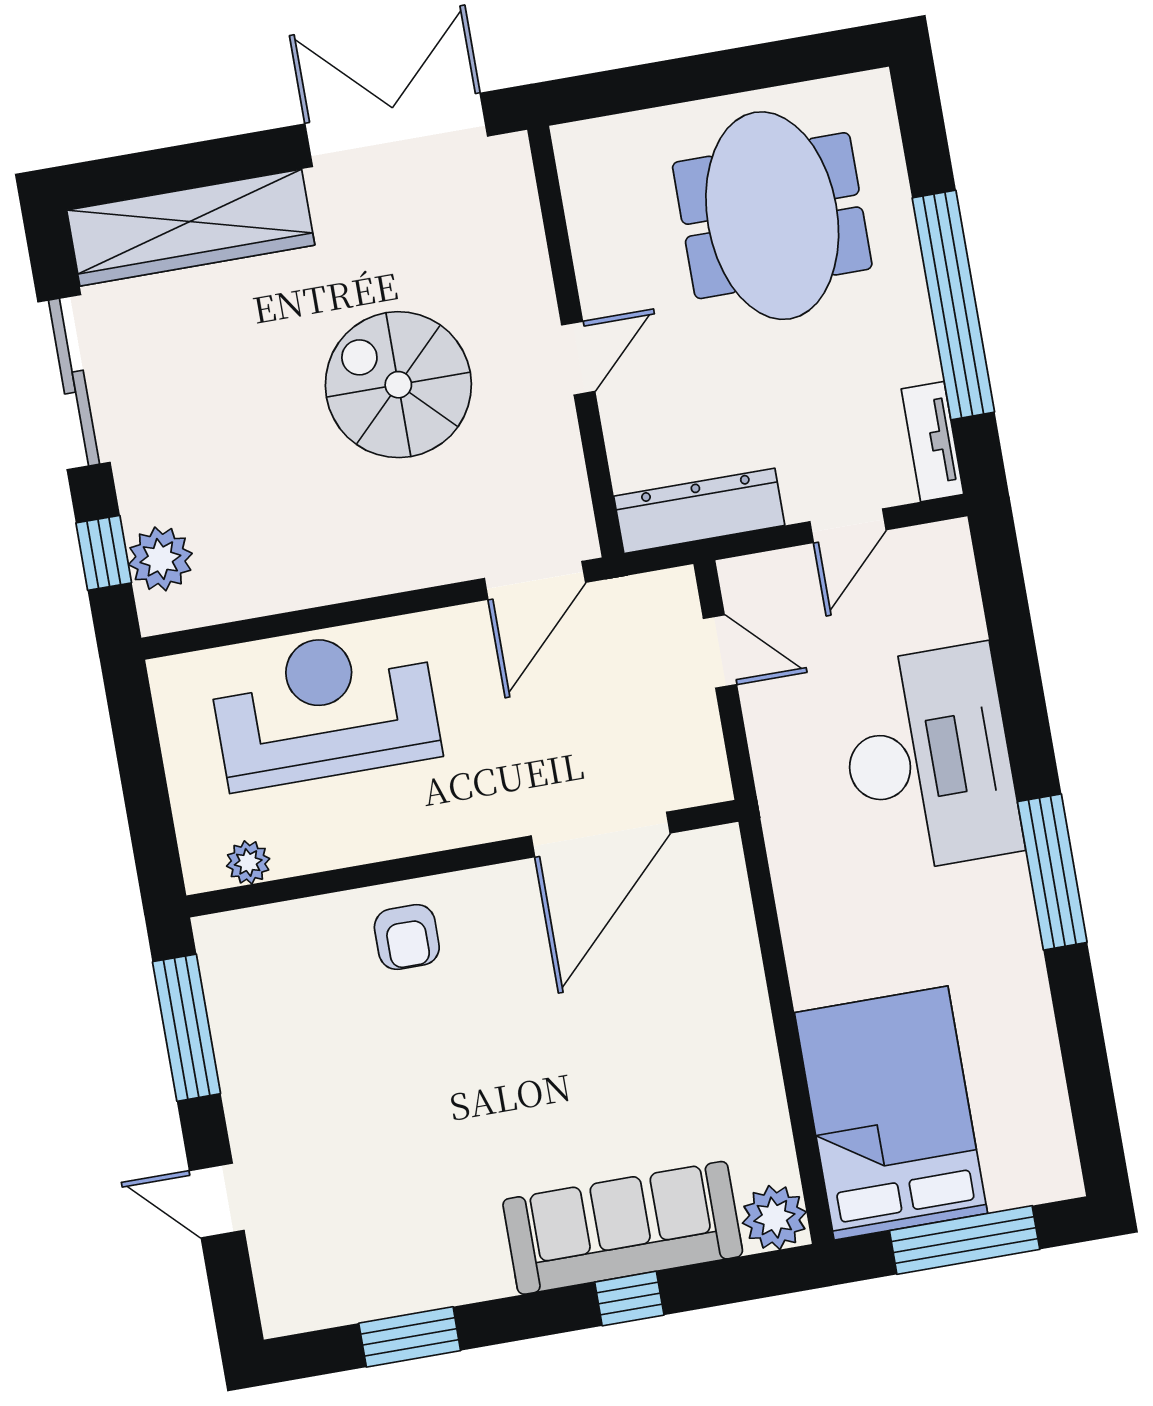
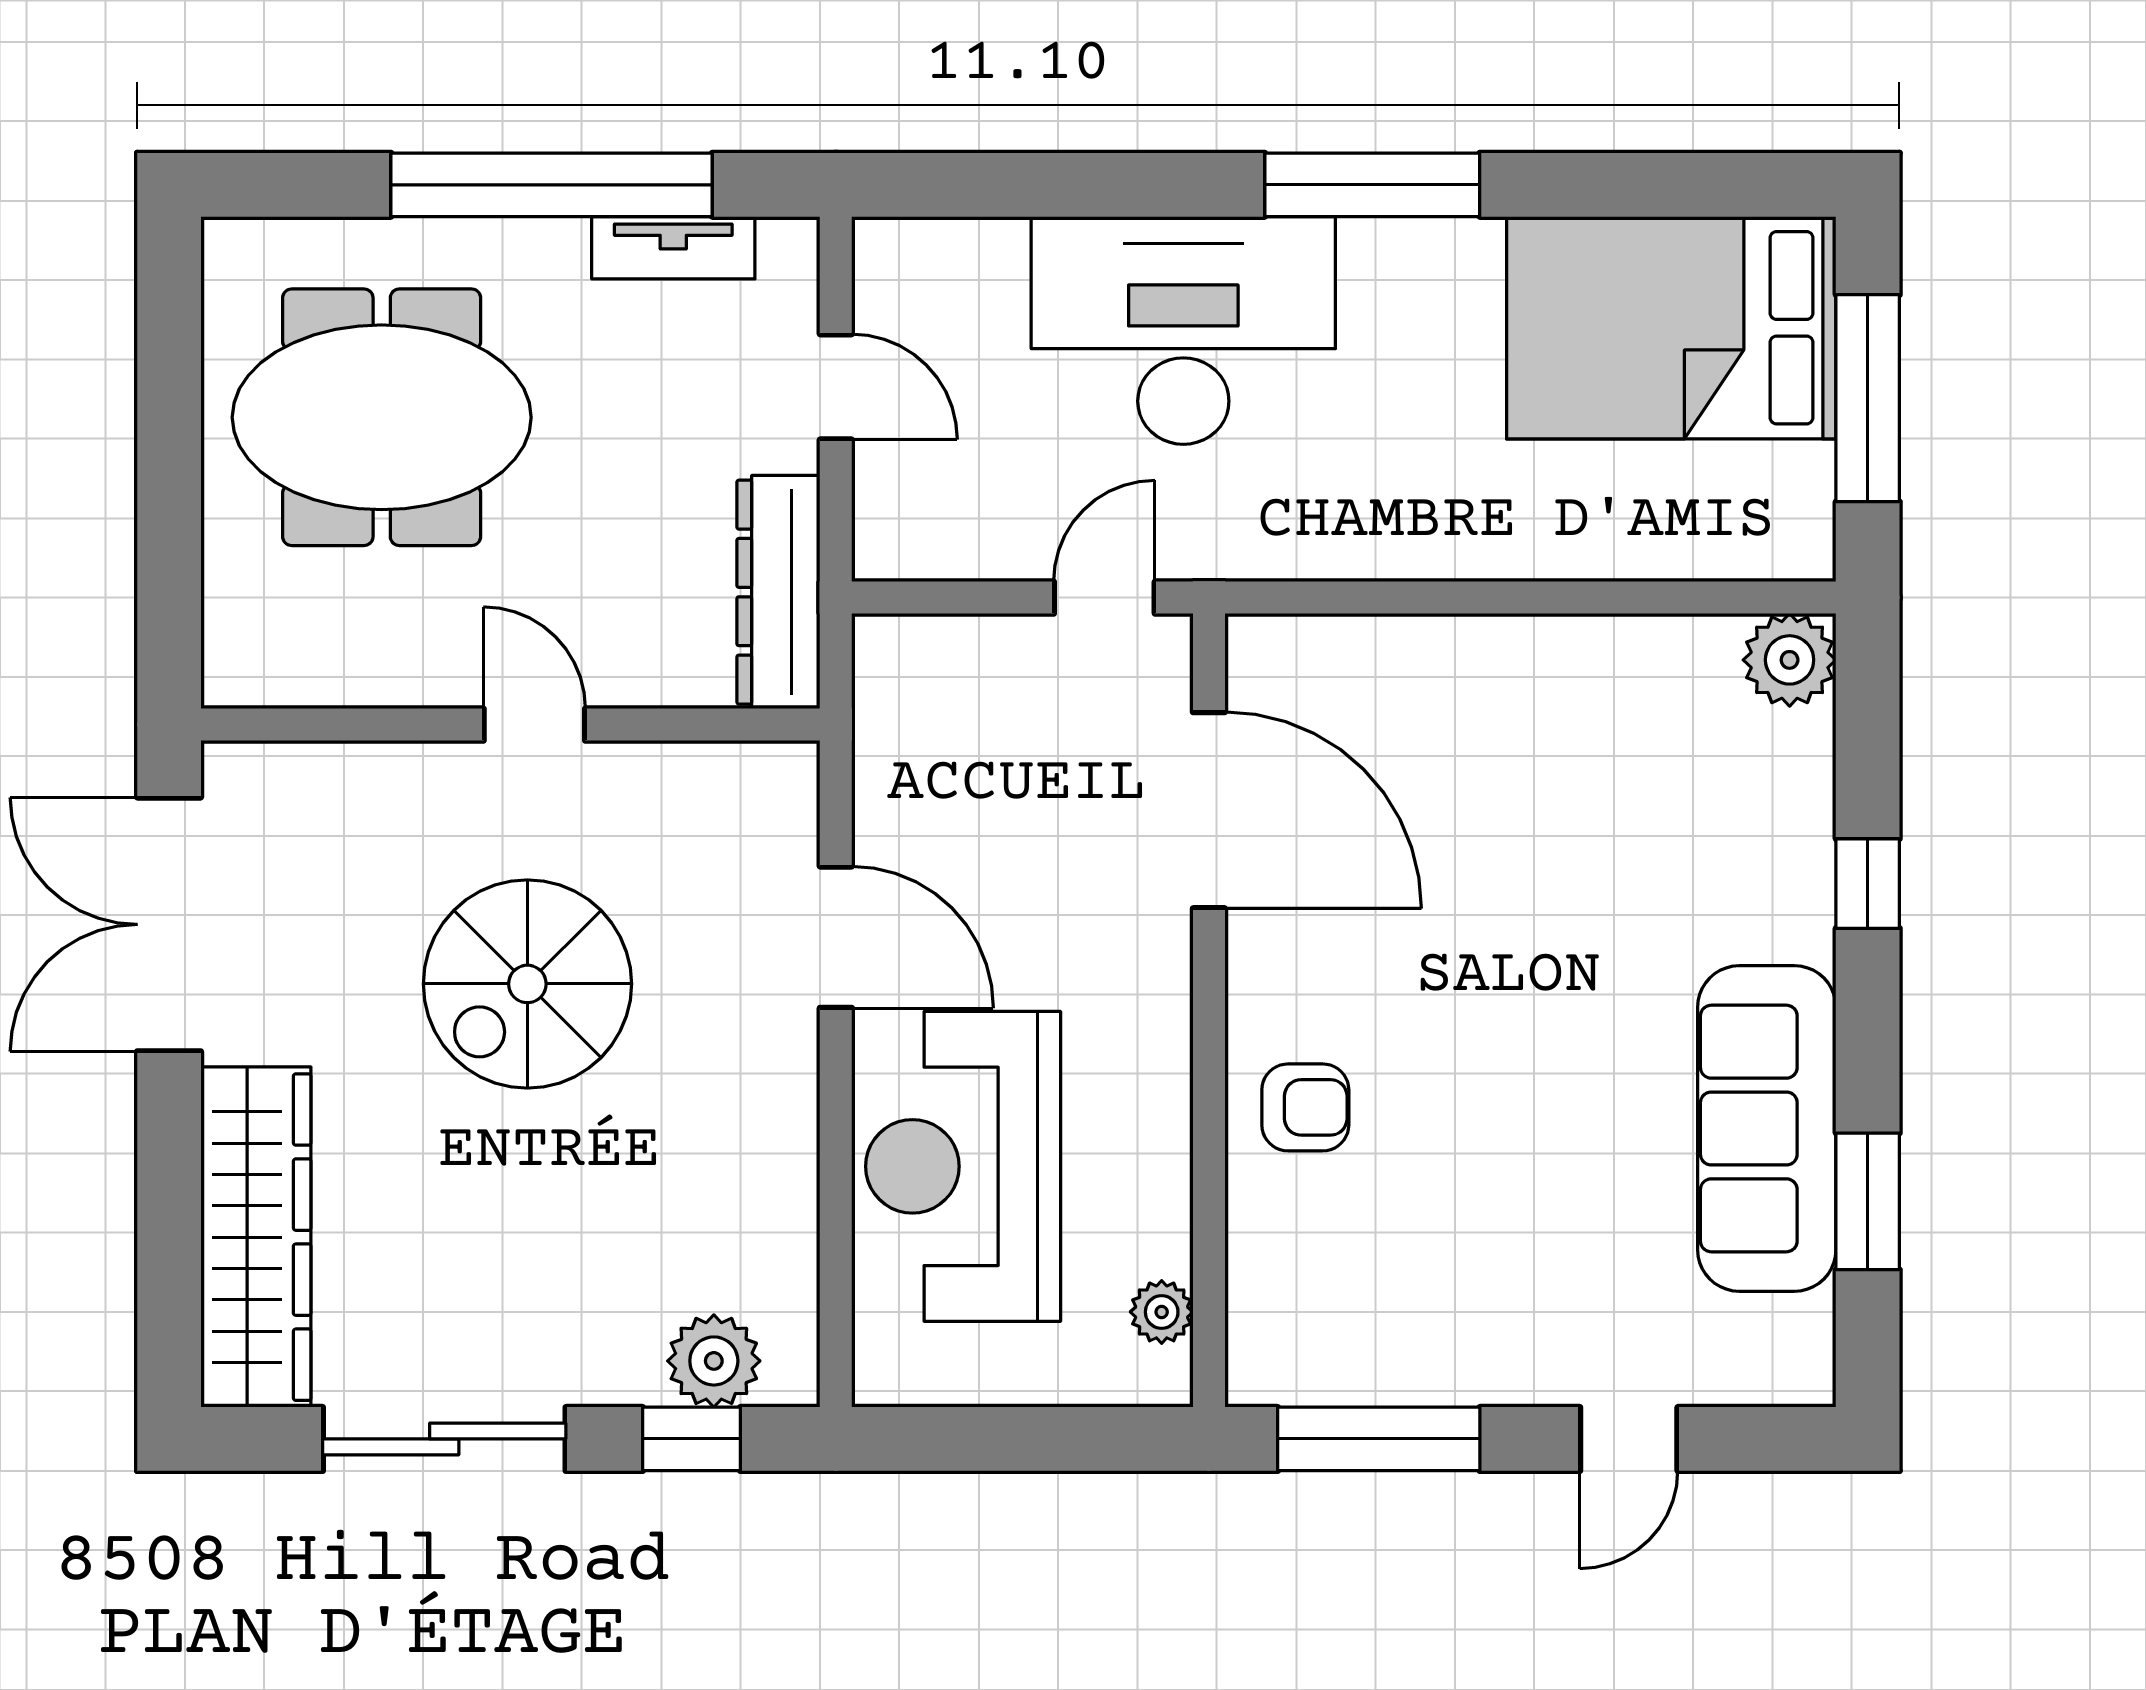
tv unit: (932, 442) -> (673, 248), moved
door: (535, 580) -> (836, 937), moved
door: (720, 652) -> (1104, 598), moved
bed: (891, 1113) -> (1671, 328), moved
sofa: (623, 1228) -> (1767, 1128), moved

